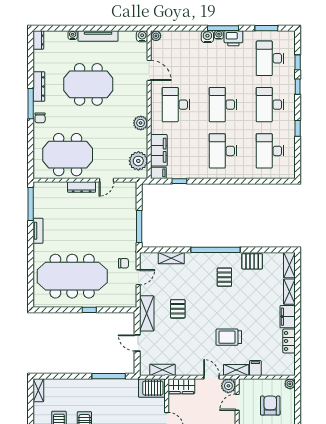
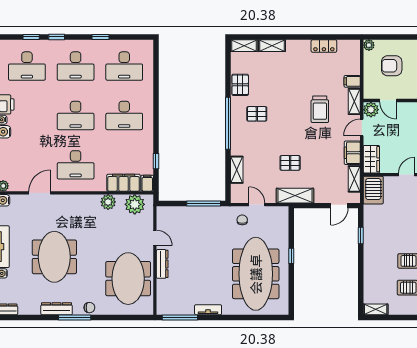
plant: (141, 123) -> (108, 202), moved
filing cabinet: (288, 317) -> (352, 153), moved, turned 90
door: (137, 343) -> (339, 206), moved
window: (109, 376) -> (361, 236), width x0.46

